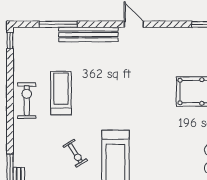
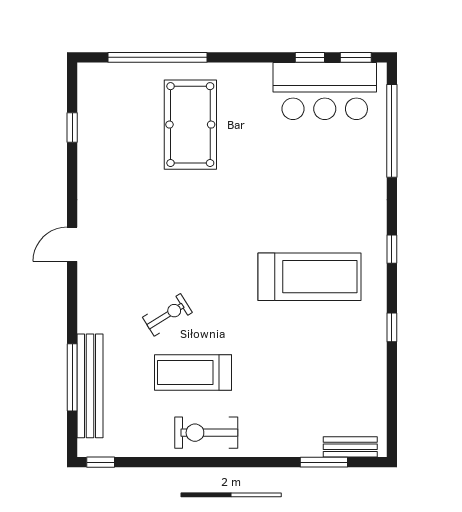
bench: (88, 35) -> (90, 386), moved
exercise bike: (75, 153) -> (167, 315), moved

